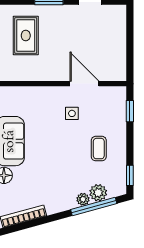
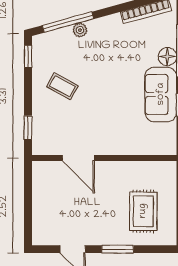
side table: (72, 113) -> (92, 125), removed
coffee table: (99, 149) -> (62, 86), turned -61
plant: (98, 193) -> (63, 37), removed

